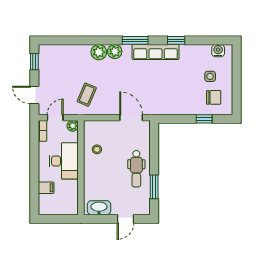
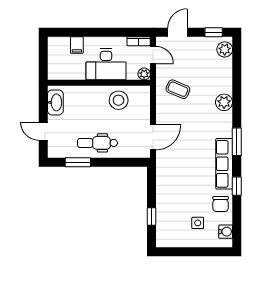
plant: (115, 52) -> (225, 49), moved
chair: (214, 97) -> (221, 204), moved
stool: (97, 149) -> (119, 100), width x1.89, depth x1.89

